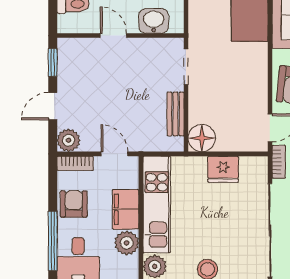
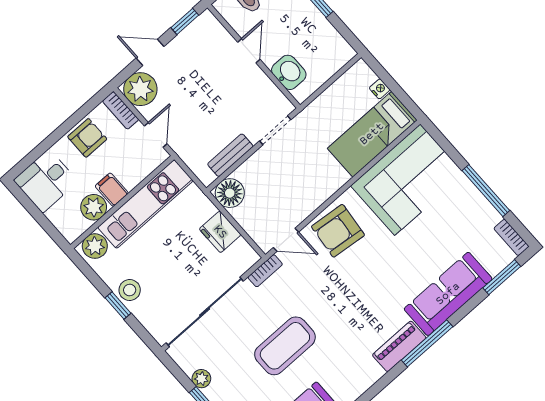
plant: (68, 140) -> (140, 89), width x1.36, depth x1.36
filing cabinet: (126, 209) -> (112, 190), width x0.50
window: (53, 241) -> (43, 147), removed

